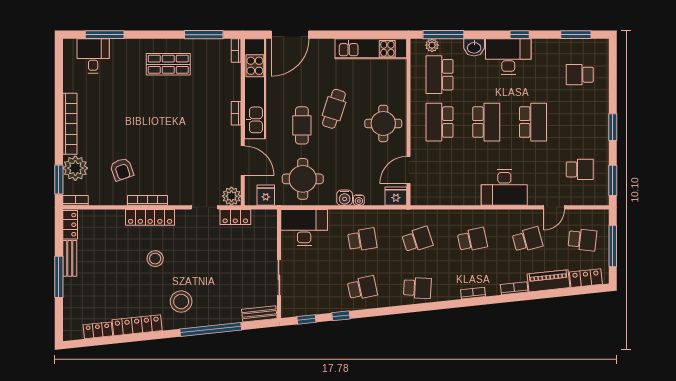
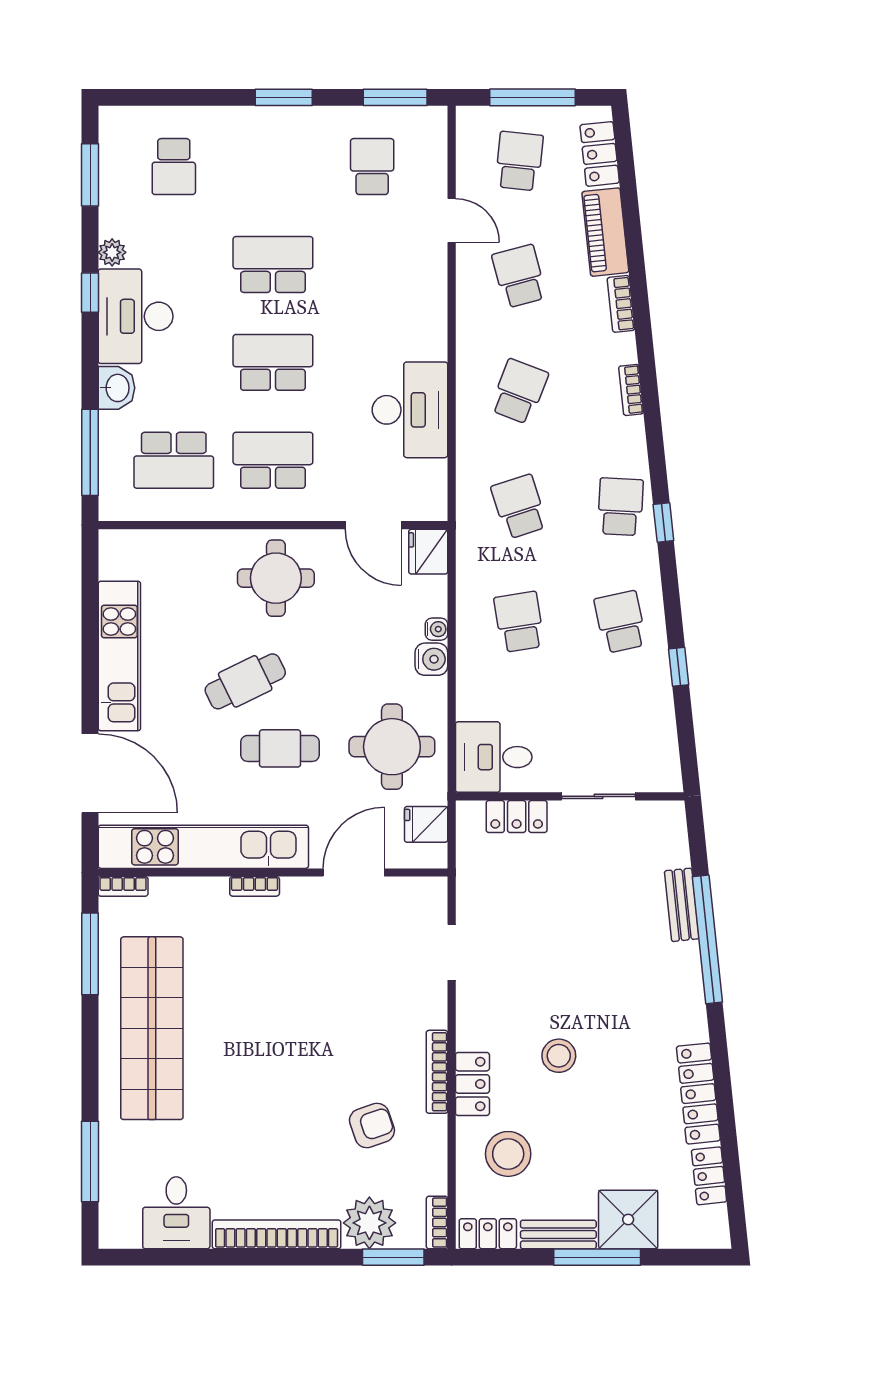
plant: (432, 45) -> (112, 252), moved
kitchen unit: (371, 49) -> (119, 656), moved
desk: (93, 56) -> (176, 1213), moved, turned -90
shop shelf: (168, 64) -> (152, 1028), width x2.00, depth x1.36
cafe table: (334, 109) -> (245, 681), turned -44
school desk: (440, 122) -> (273, 460), turned 180
desk: (504, 187) -> (410, 410), moved
plant: (231, 196) -> (428, 896), removed
locker: (150, 217) -> (472, 1084), width x0.66
locker: (235, 217) -> (517, 817), moved, turned 90
desk: (304, 227) -> (494, 757), width x0.73
school desk: (472, 240) -> (519, 391), turned 33
shower: (77, 292) -> (628, 1219), added
stool: (181, 302) -> (508, 1154), moved
bench: (259, 314) -> (682, 905), moved
window: (306, 319) -> (663, 522), moved

